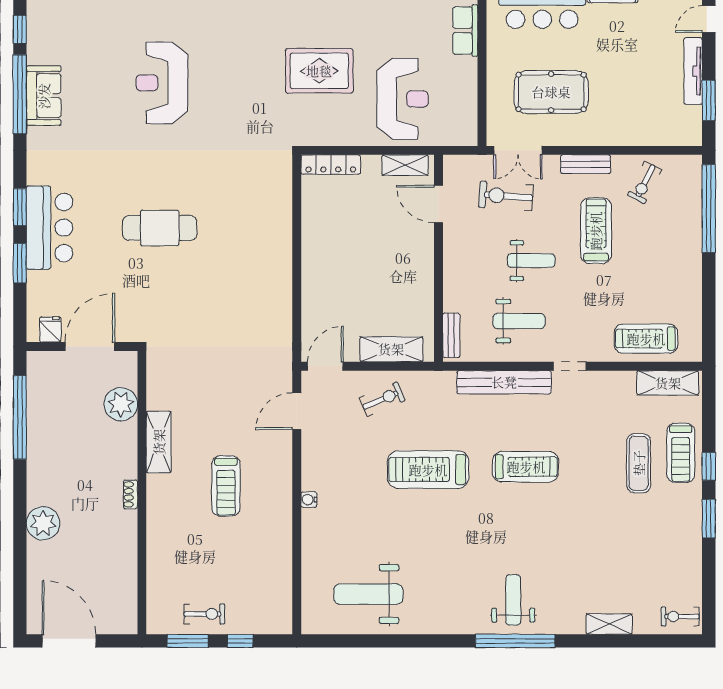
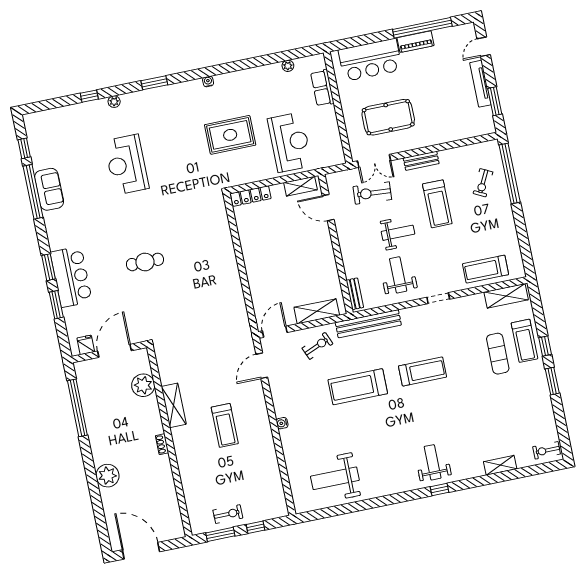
exercise bike: (645, 183) -> (483, 183), moved
cafe table: (160, 228) -> (145, 262), width x0.73, depth x0.74
treadmill: (596, 231) -> (437, 204), turned 180
weight bench: (519, 321) -> (398, 275), turned -90
bench: (504, 382) -> (368, 324), moved
window: (515, 641) -> (440, 489), width x0.32

